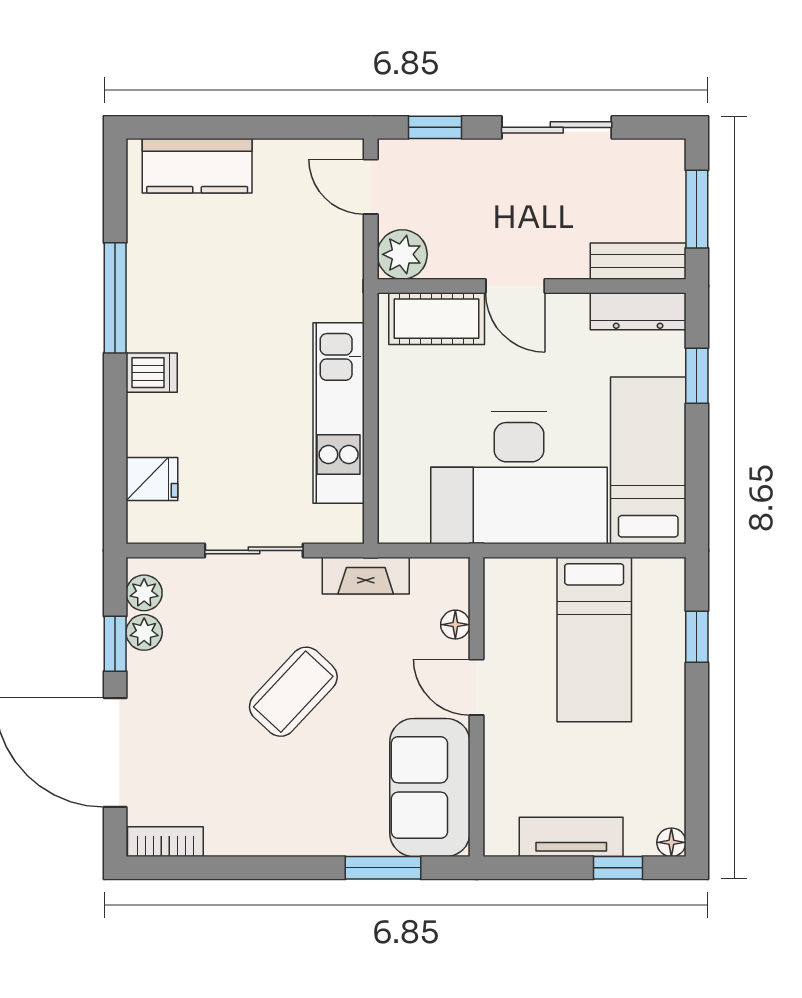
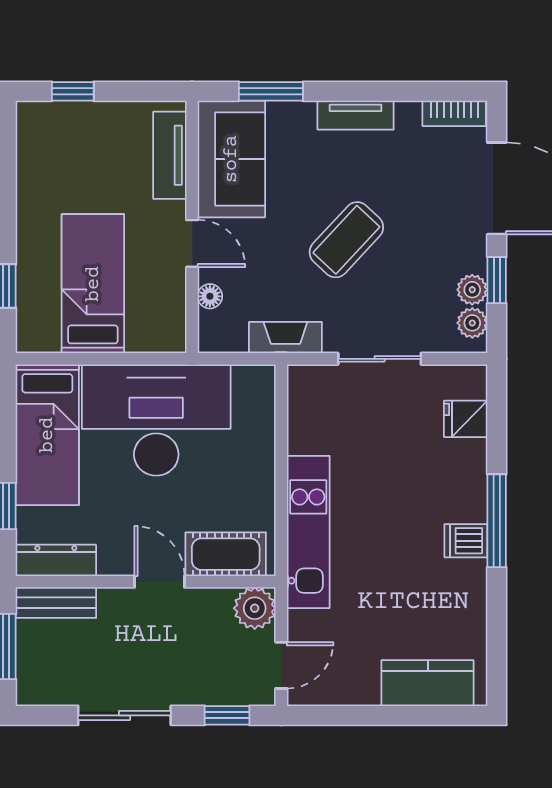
door: (371, 187) -> (281, 665), hinge flipped
window: (115, 298) -> (497, 521), moved
dishwasher: (152, 373) -> (466, 541), moved
kitchen unit: (339, 413) -> (308, 532), moved
tv unit: (571, 837) -> (170, 155), moved, turned 90
tv unit: (283, 839) -> (356, 115), added
floor lamp: (671, 842) -> (28, 113), removed

